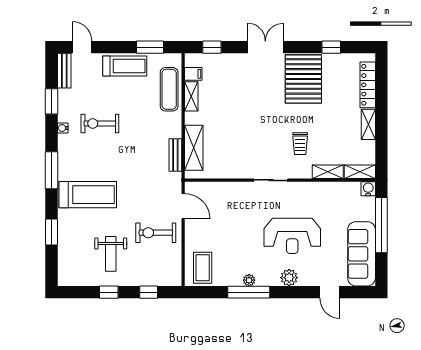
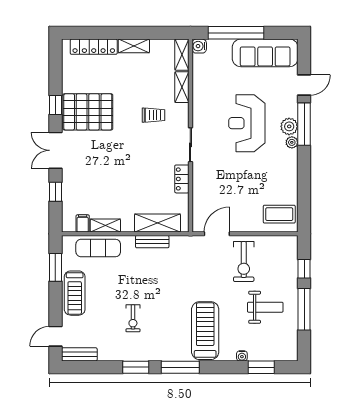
window: (212, 47) -> (55, 192), moved
window: (331, 47) -> (55, 105), moved
treadmill: (125, 66) -> (75, 293), turned 180
window: (52, 101) -> (136, 367), moved
exercise bike: (100, 123) -> (133, 318), width x0.73, depth x0.72
water cooler: (63, 128) -> (242, 356), moved
bench: (175, 155) -> (152, 242), moved
locker: (237, 172) -> (182, 179), added
window: (52, 232) -> (261, 367), moved
reception desk: (292, 236) -> (247, 123), turned 180
plant: (249, 280) -> (292, 142), moved
window: (109, 292) -> (304, 309), width x2.17
window: (249, 292) -> (304, 124), moved

